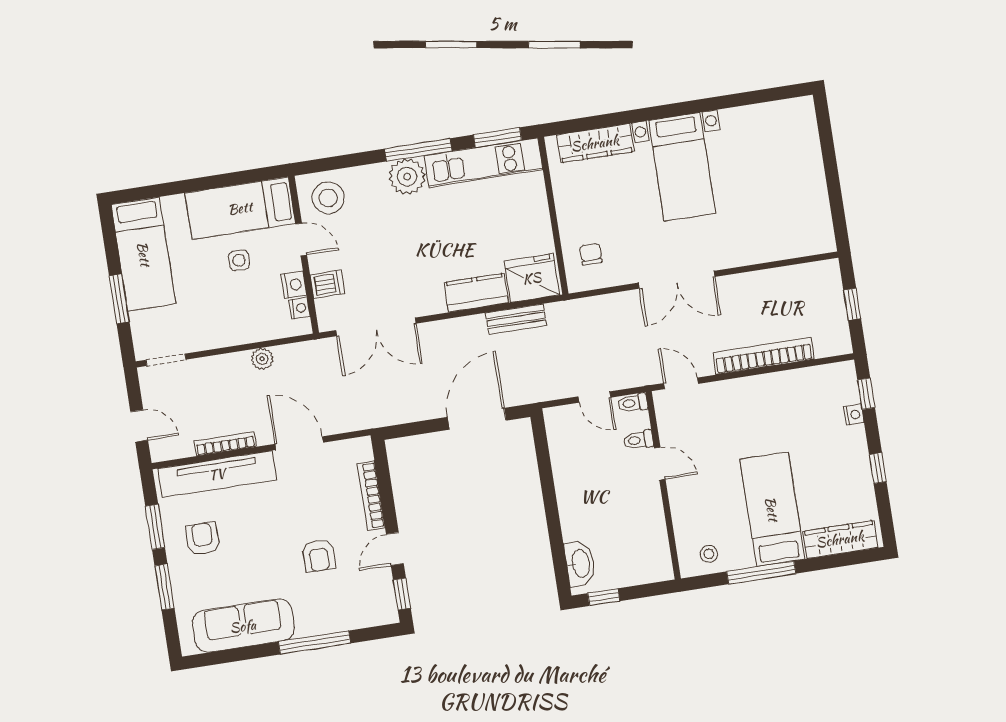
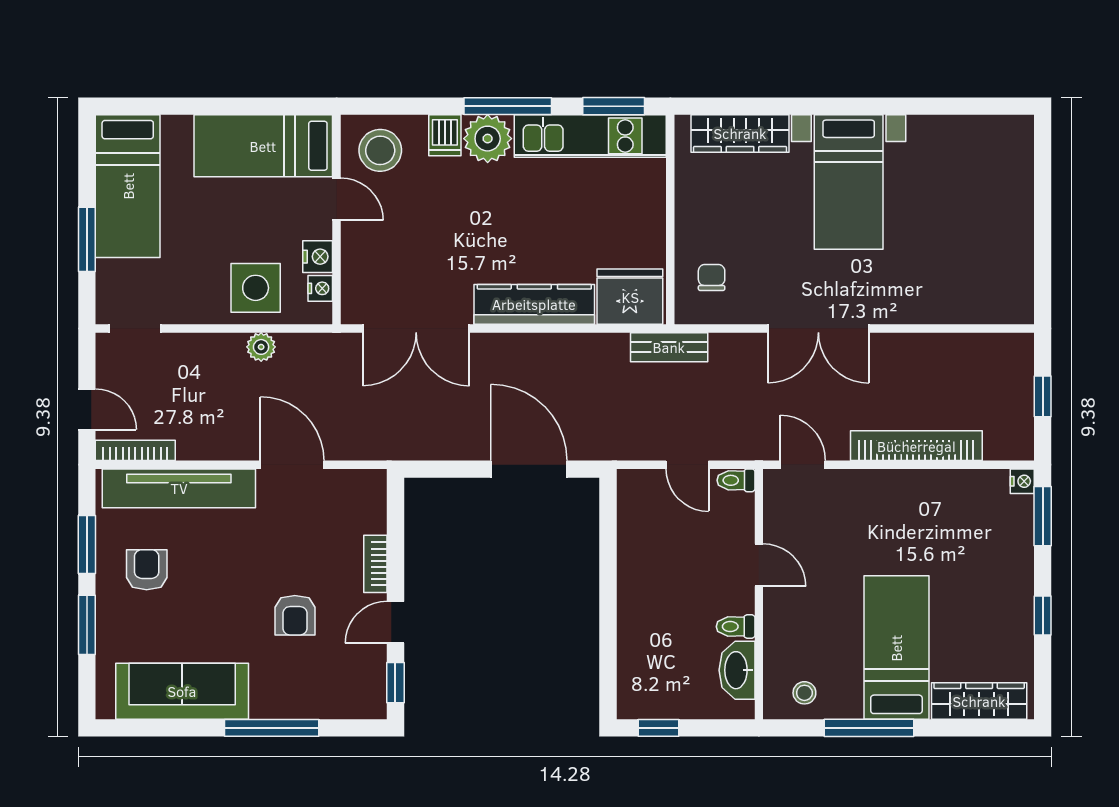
side table: (239, 260) -> (256, 288), moved, width x1.87, depth x1.87
dishwasher: (327, 284) -> (445, 135), moved, turned 90
kitchen counter: (476, 293) -> (534, 304), width x1.50
bench: (516, 319) -> (669, 347), moved
window: (866, 394) -> (1043, 516), width x1.50
nightstand: (854, 415) -> (1022, 481), moved
door: (477, 419) -> (529, 469), hinge flipped
toilet: (638, 440) -> (736, 627), moved
bookcase: (225, 444) -> (135, 450), moved
bookcase: (371, 496) -> (375, 564), width x0.64
washbasin: (580, 563) -> (737, 670), moved, turned 180

